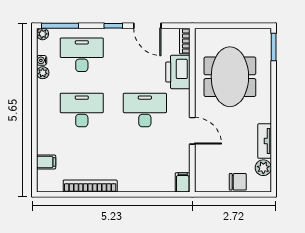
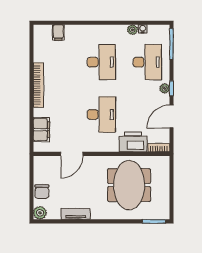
plant: (43, 34) -> (165, 88), moved
meeting table: (230, 77) -> (129, 185), turned 90
door: (192, 131) -> (72, 154), moved
plant: (263, 168) -> (40, 213), moved
filing cabinet: (183, 182) -> (41, 130), moved, width x2.00
bookcase: (90, 186) -> (38, 85), moved

